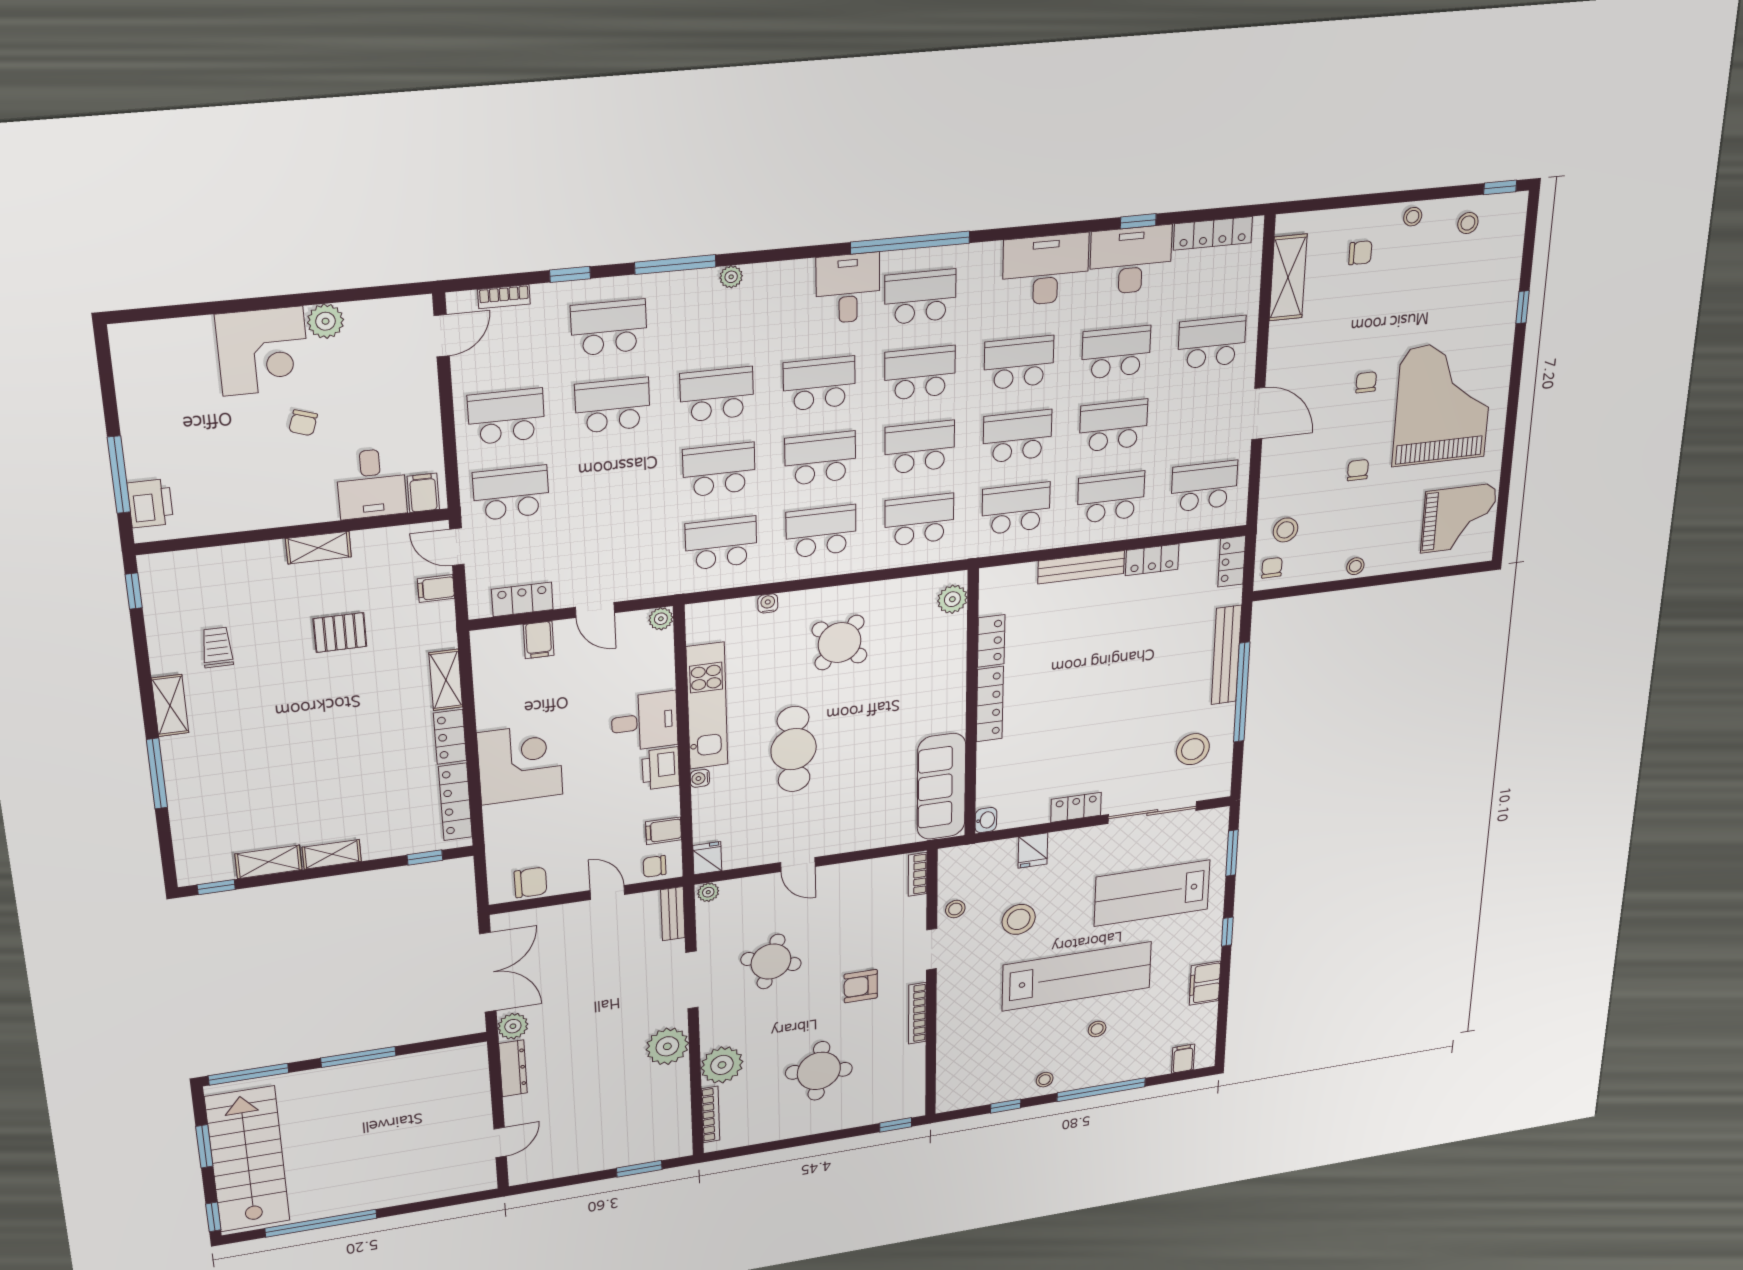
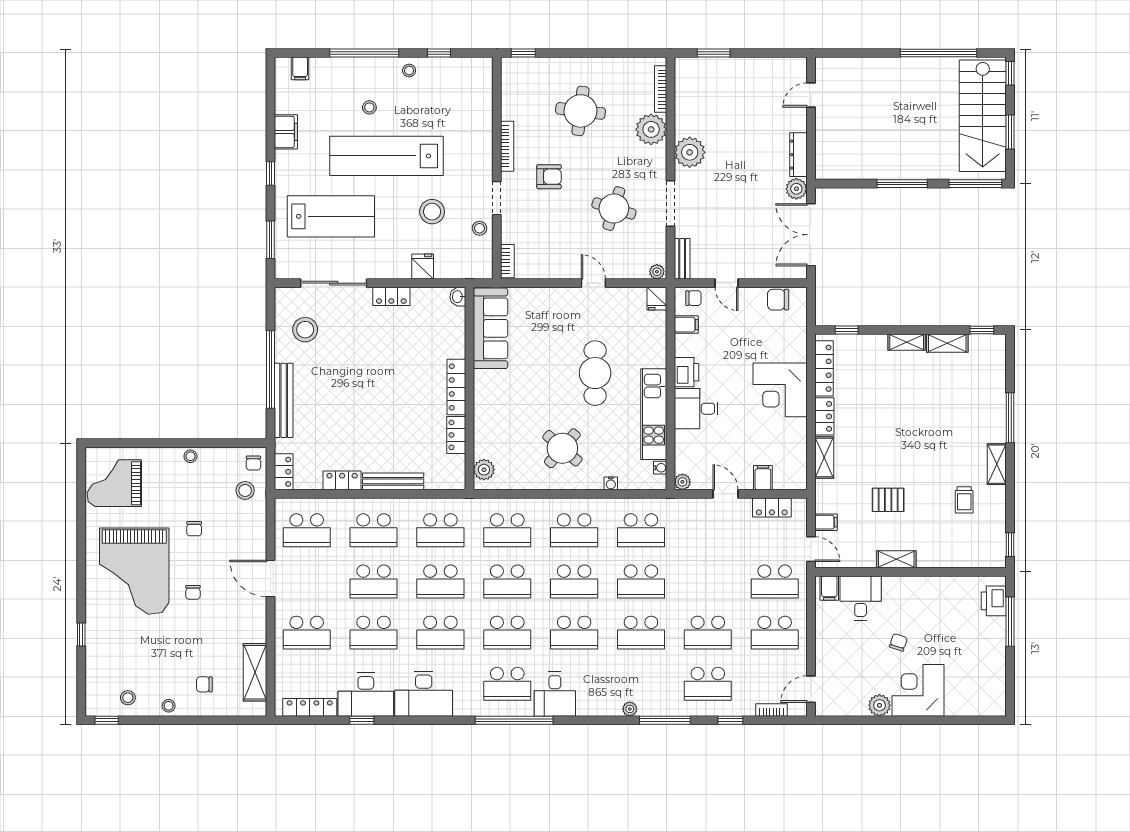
water cooler: (700, 778) -> (660, 468), moved

